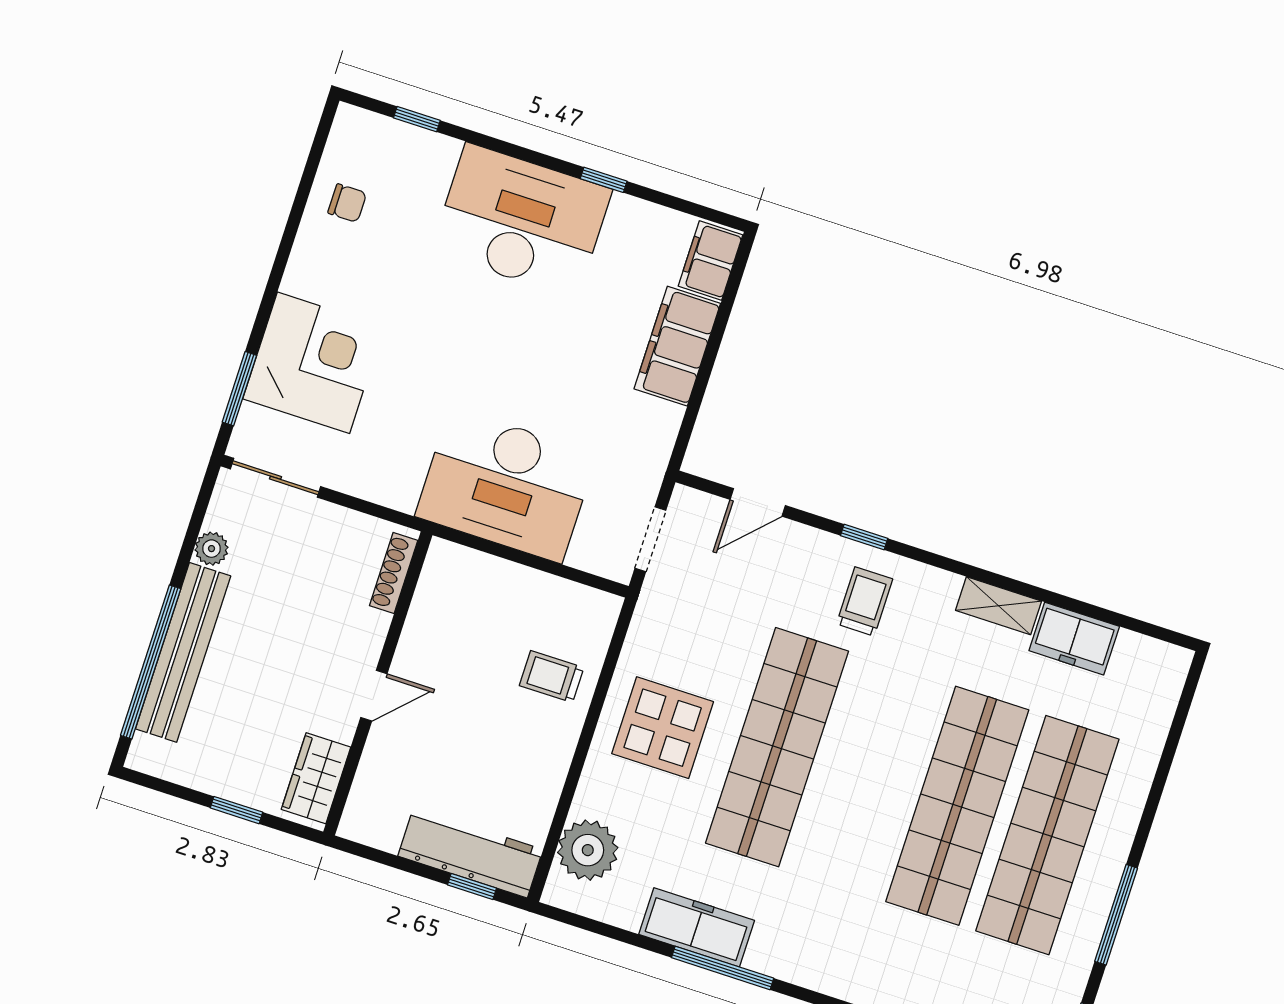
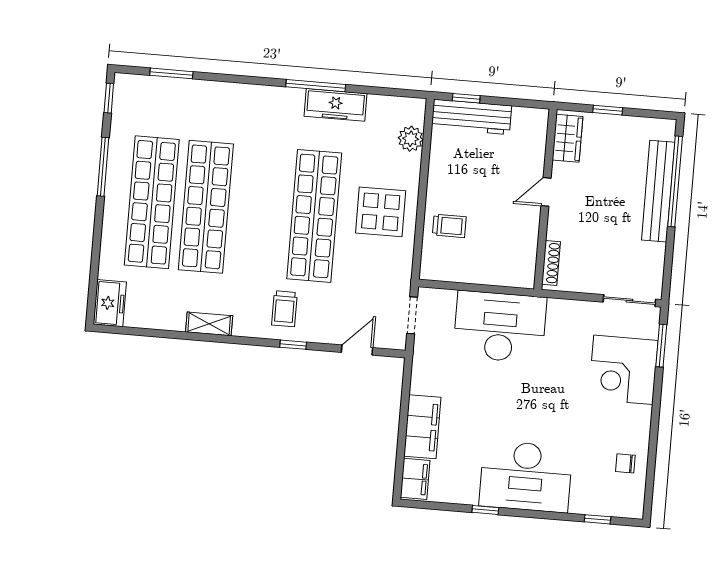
plant: (211, 549) -> (656, 253), removed
freezer: (1074, 639) -> (110, 303), moved, turned 90
plant: (588, 850) -> (411, 139), width x0.73, depth x0.73

